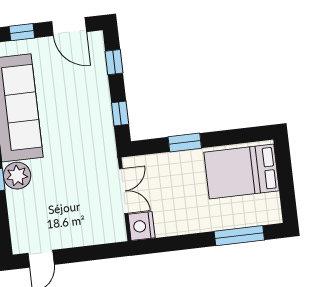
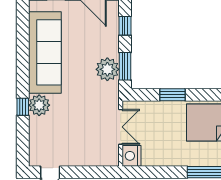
window: (120, 114) -> (125, 66), width x1.50
plant: (98, 120) -> (107, 69), added

